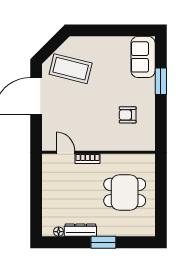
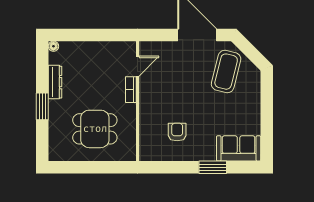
dining table: (125, 193) -> (95, 129), turned 90
floor lamp: (59, 232) -> (53, 46), moved

